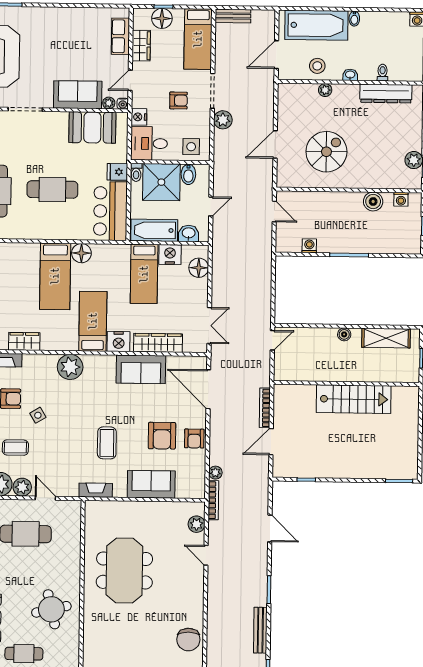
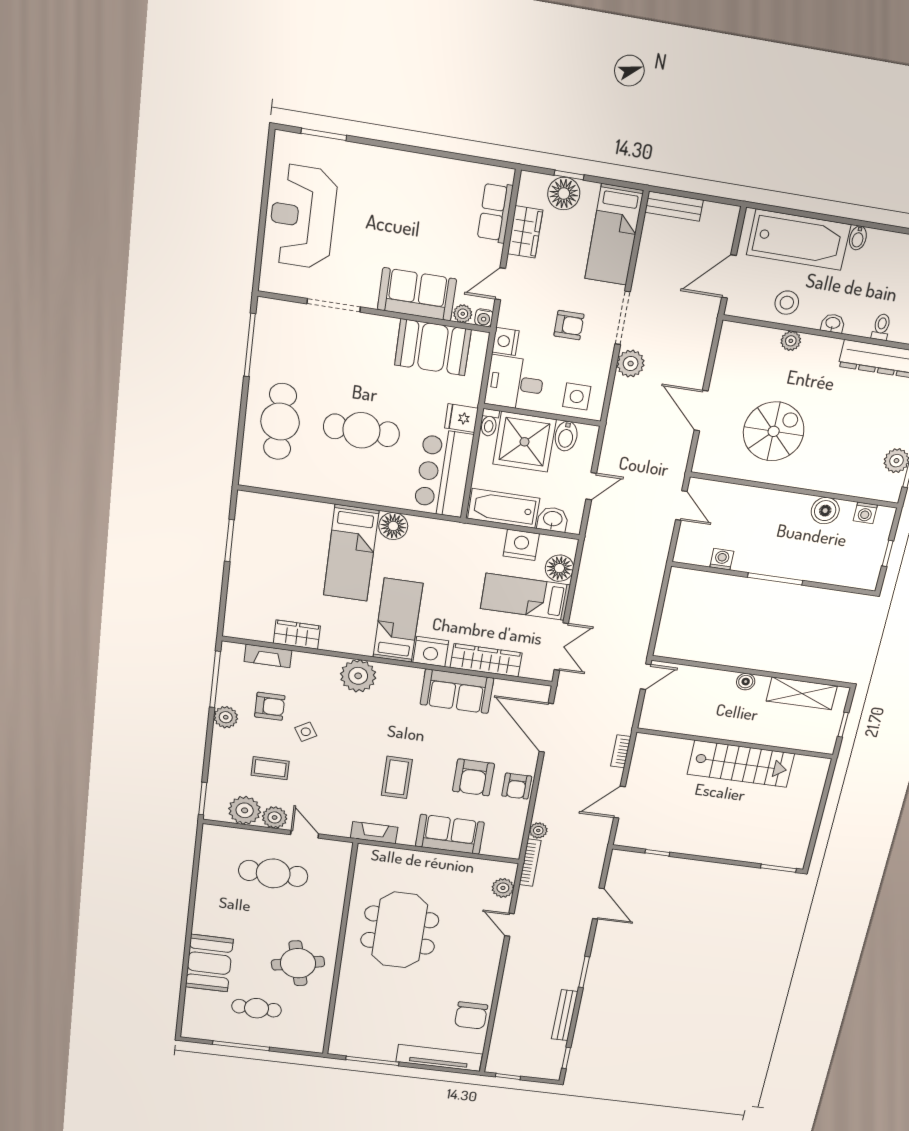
door: (275, 145) -> (701, 411), hinge flipped
bed: (144, 274) -> (525, 597), moved, turned 90
bookcase: (265, 408) -> (621, 751), width x0.64

